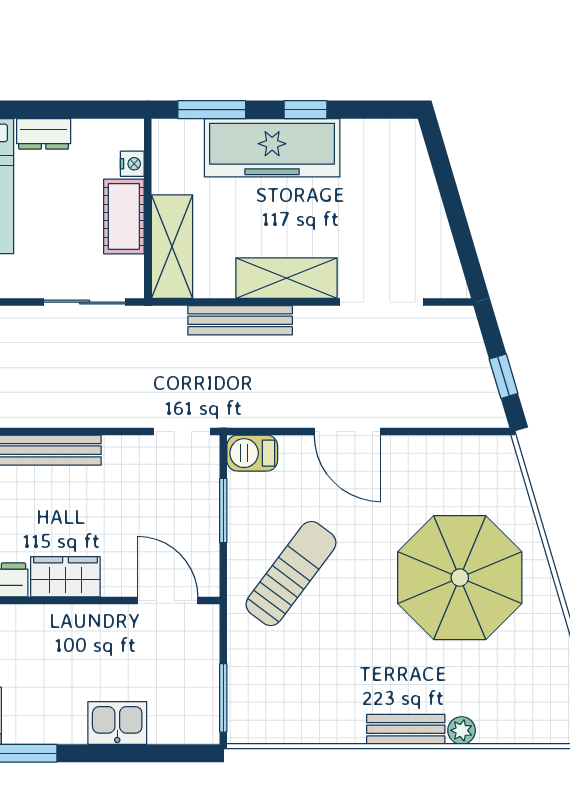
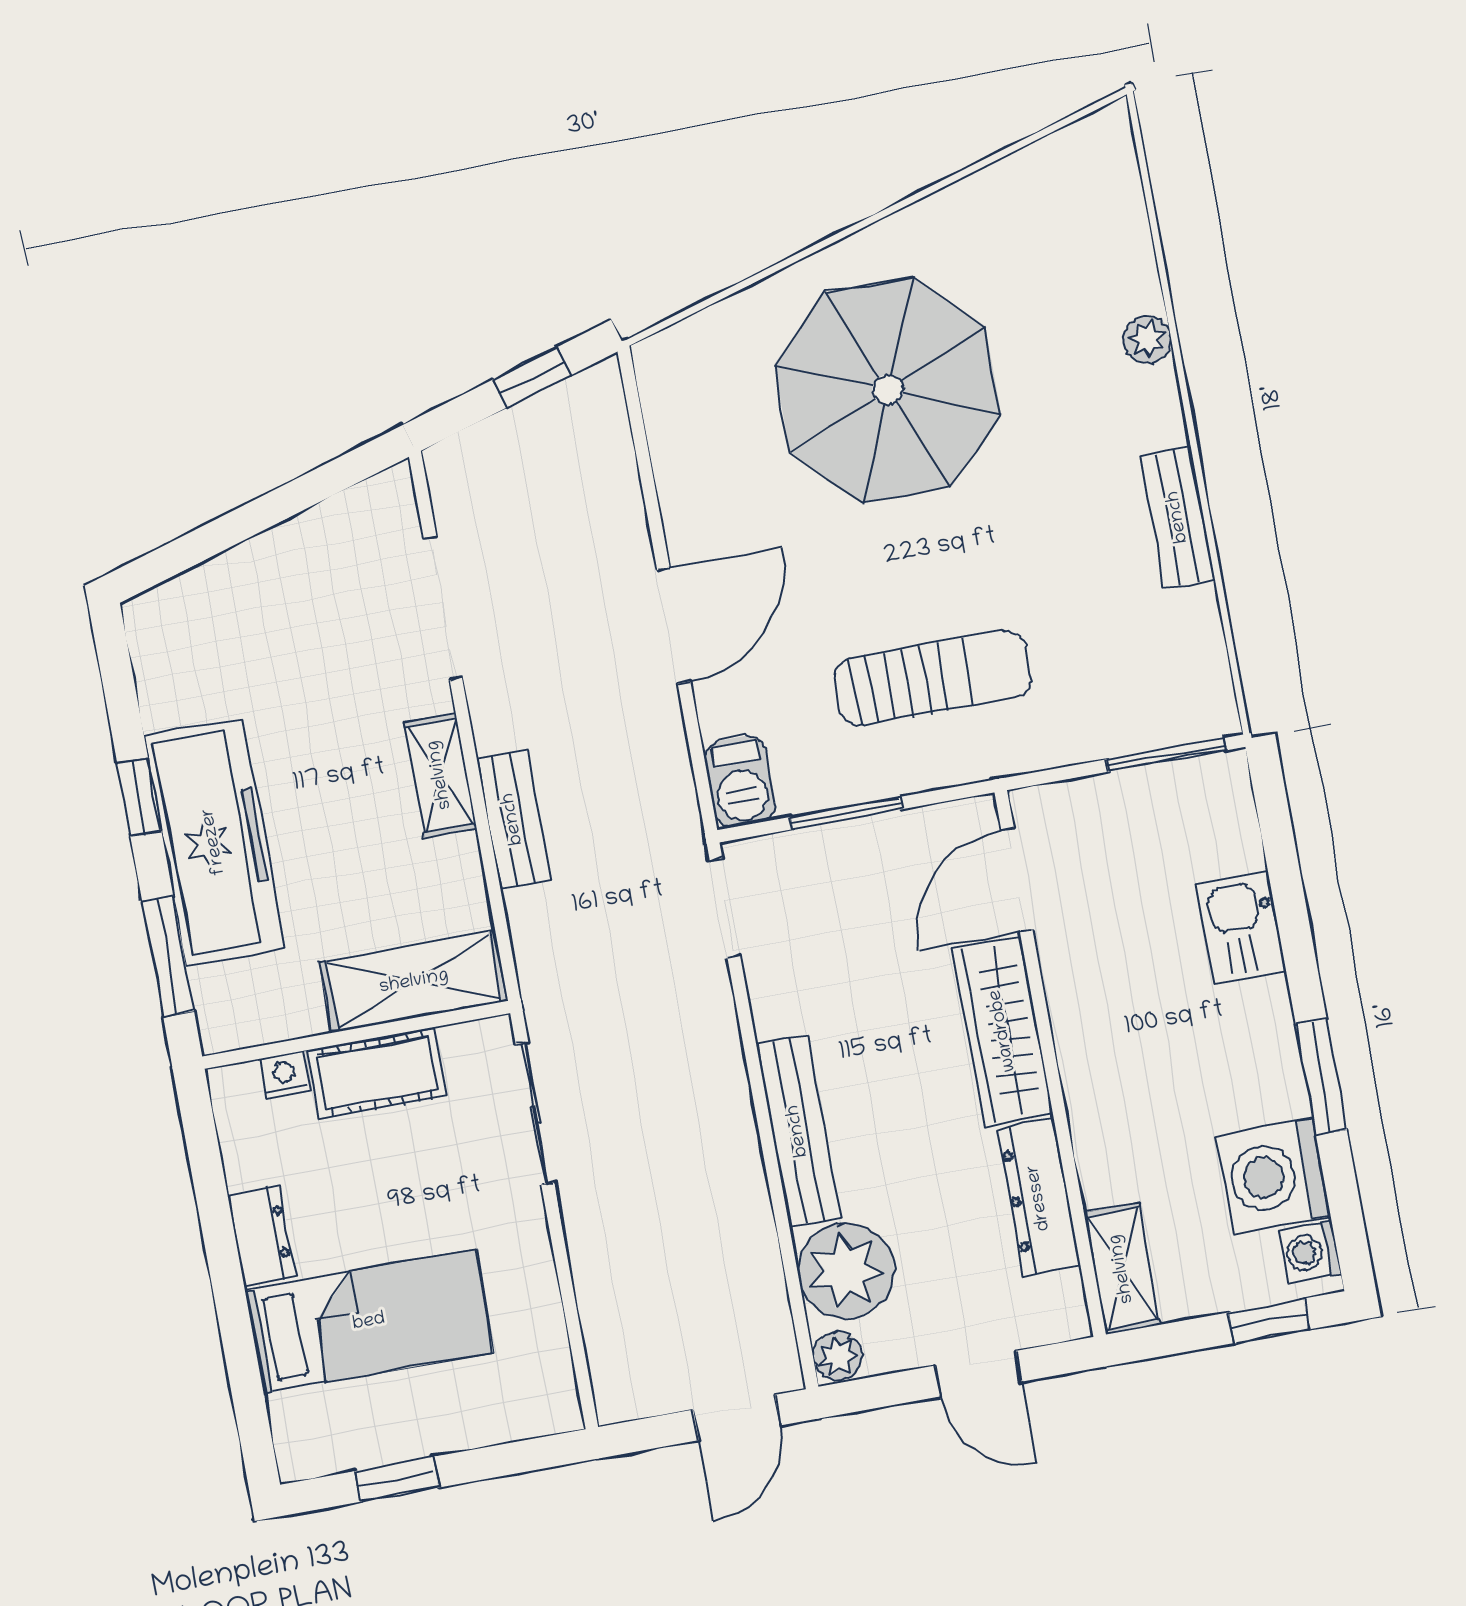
shelving: (287, 278) -> (440, 775), width x0.67, depth x0.75
bench: (240, 320) -> (513, 819), width x0.73
sun lounger: (291, 574) -> (933, 678), turned 143
wardrobe: (65, 577) -> (1003, 1031), width x1.50
bench: (406, 729) -> (1178, 517), moved

